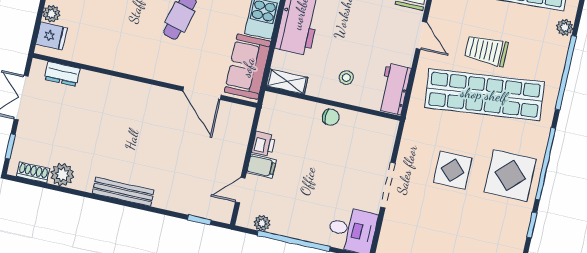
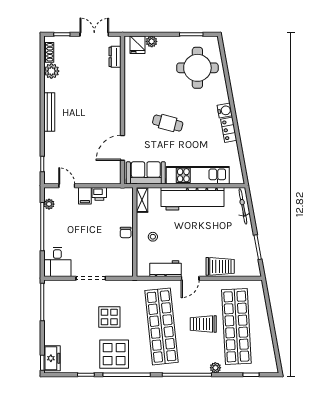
trolley: (486, 51) -> (203, 324), moved, turned -90
workbench: (394, 89) -> (165, 269), moved

